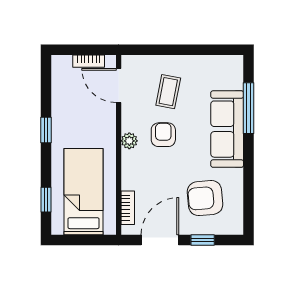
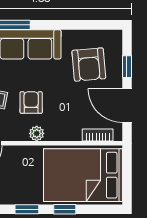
armchair: (163, 135) -> (31, 103), turned 90
bed: (84, 192) -> (83, 175), width x1.50
window: (46, 200) -> (65, 209), moved

